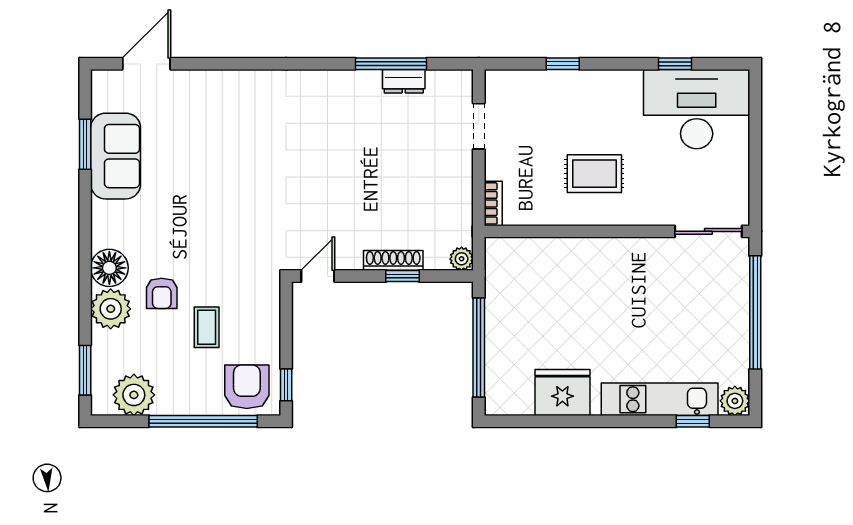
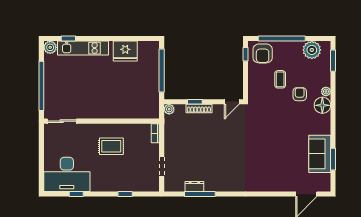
plant: (111, 309) -> (326, 91), width x0.53, depth x0.53

